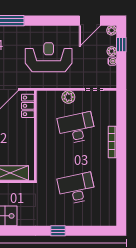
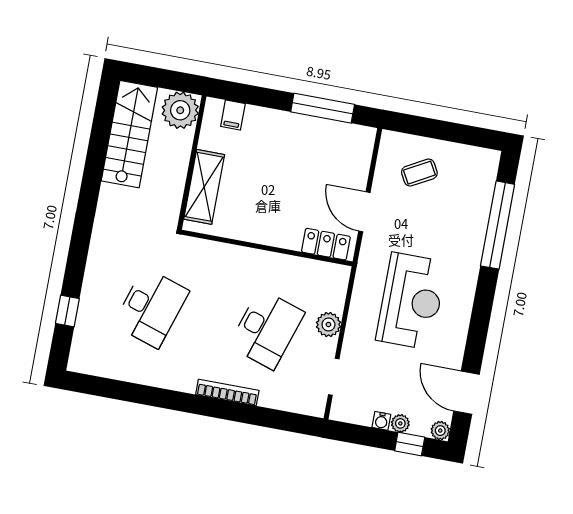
desk: (76, 128) -> (267, 329), turned 30
desk: (76, 189) -> (151, 308), turned 30
window: (58, 231) -> (67, 311), moved

